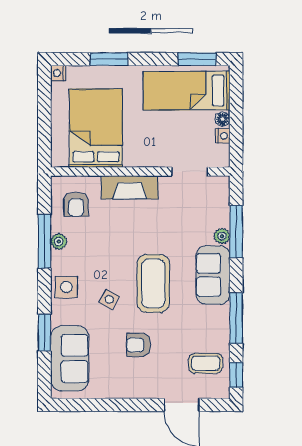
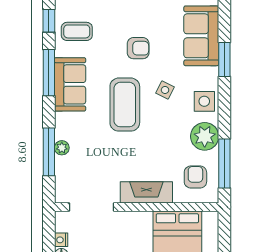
doorway: (189, 172) -> (92, 207), width x1.38
window: (44, 241) -> (224, 163), moved
plant: (59, 242) -> (205, 136), width x1.87, depth x1.87
sofa: (213, 275) -> (70, 84), moved

